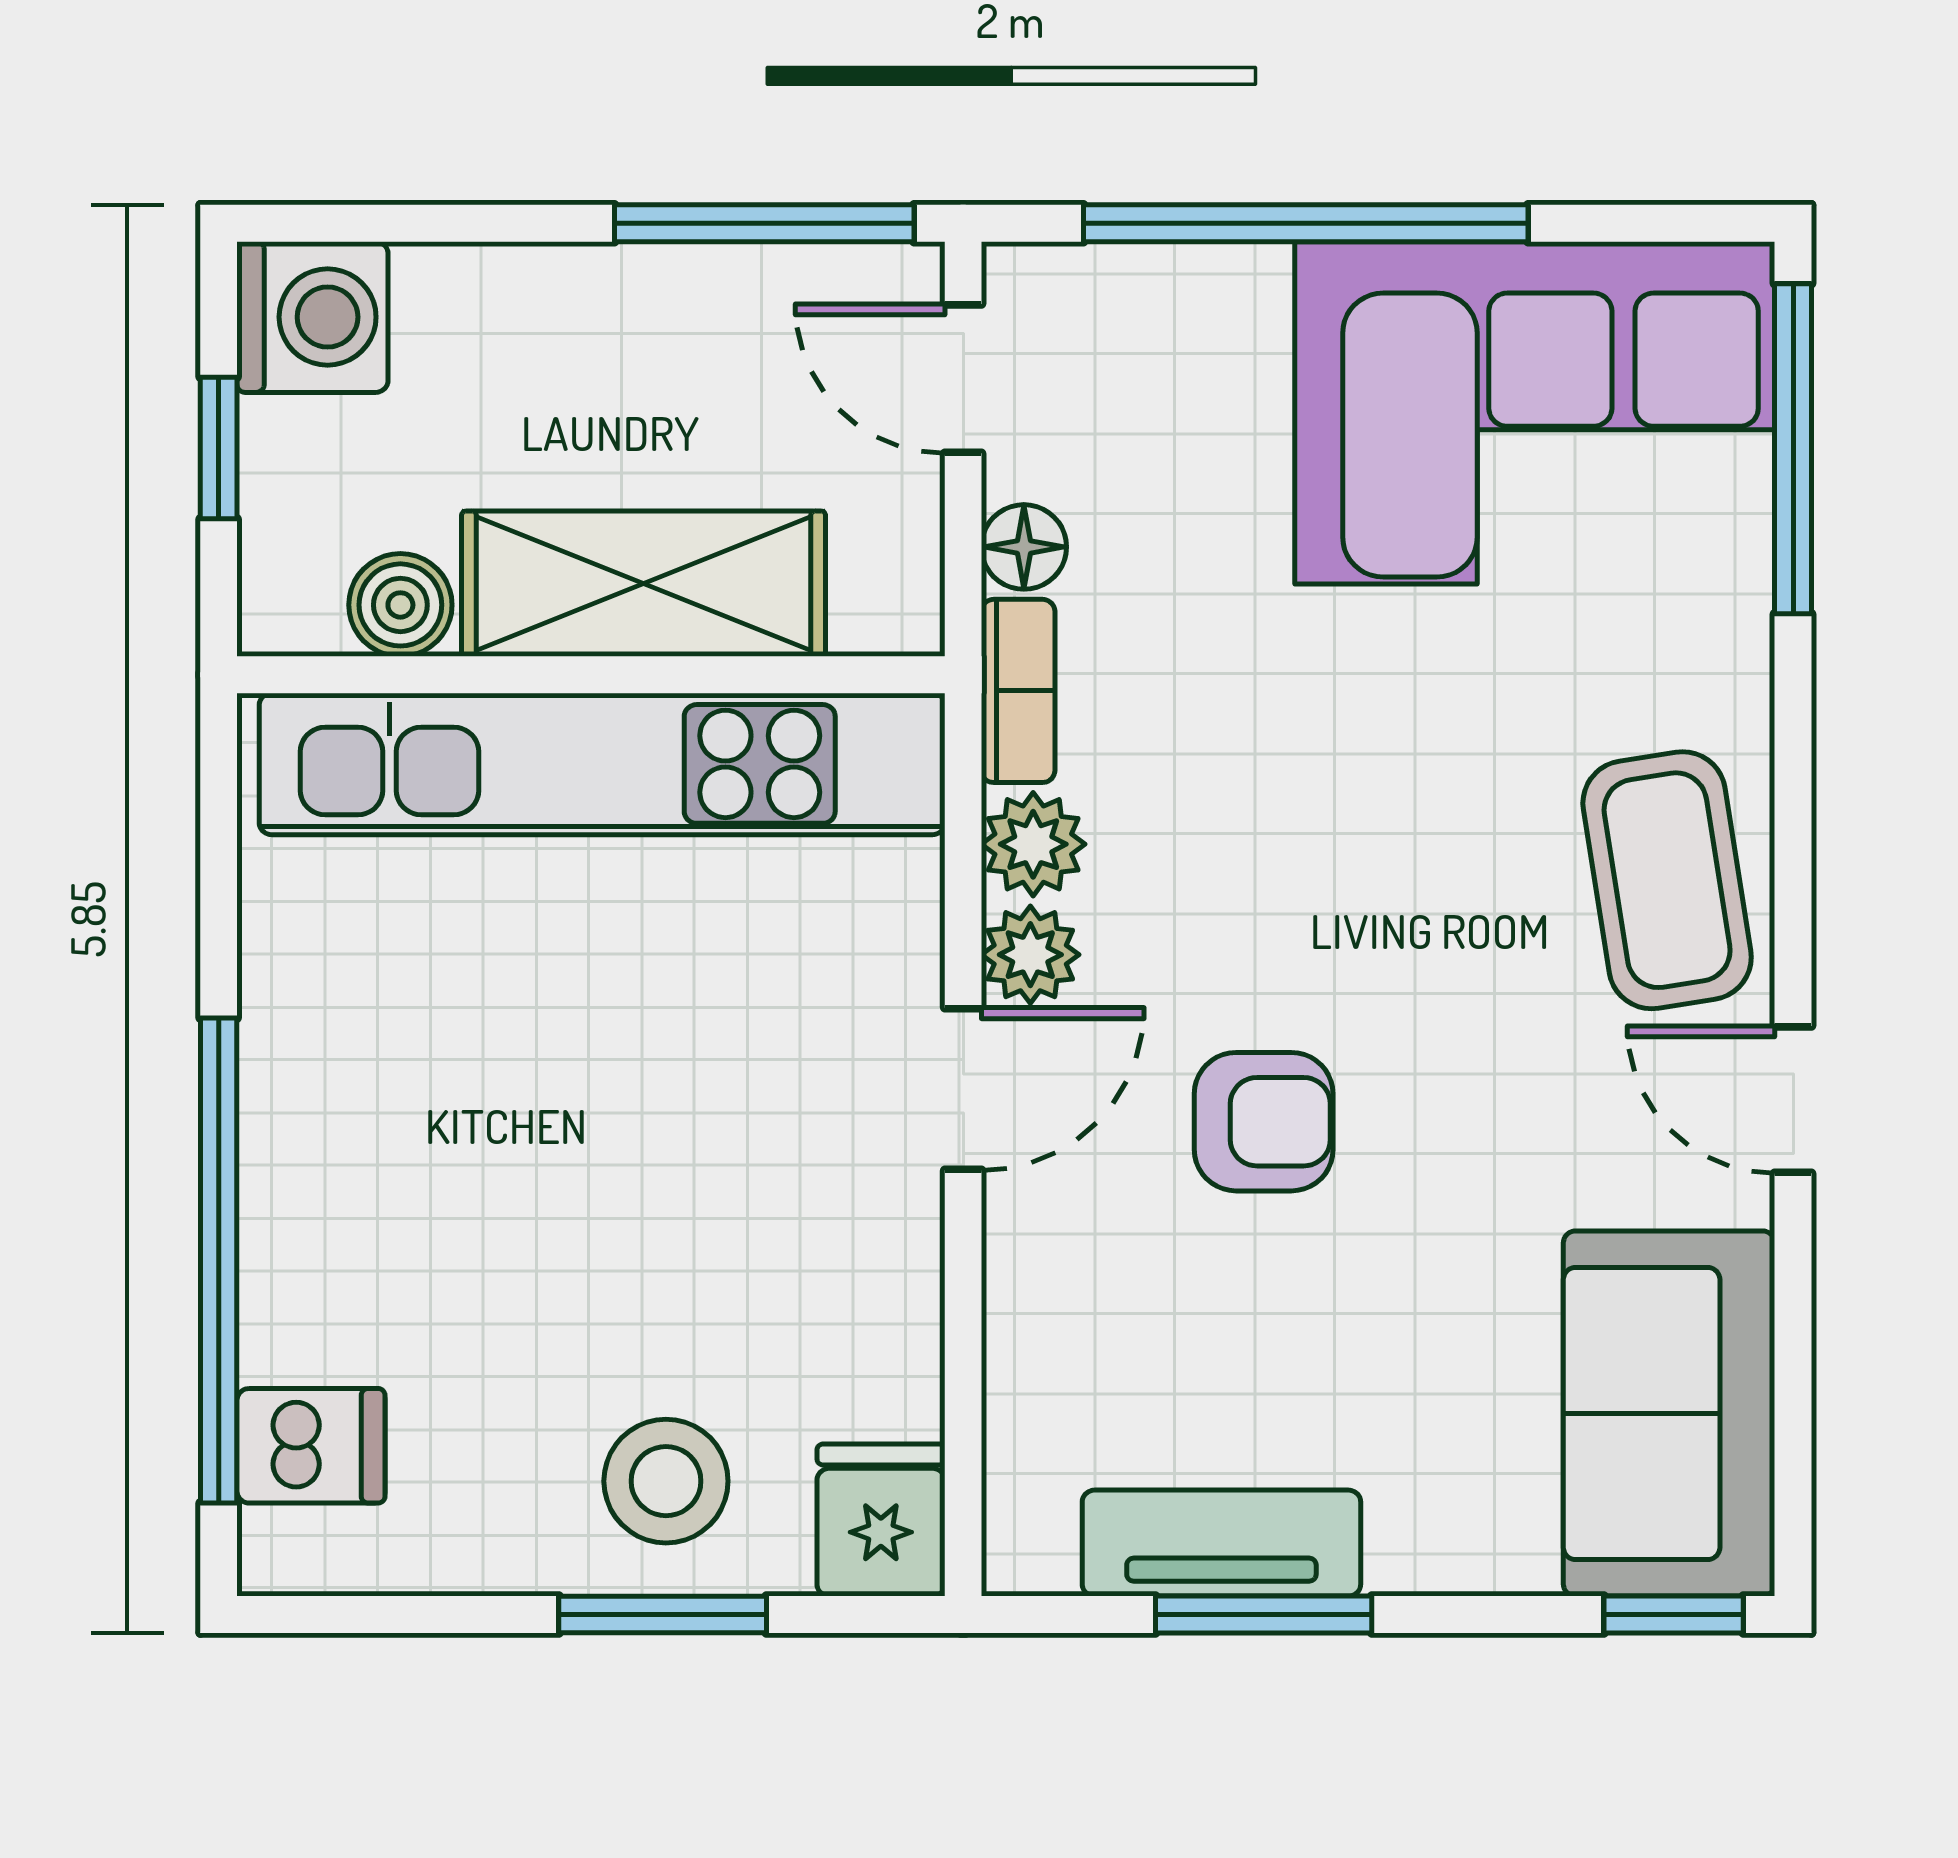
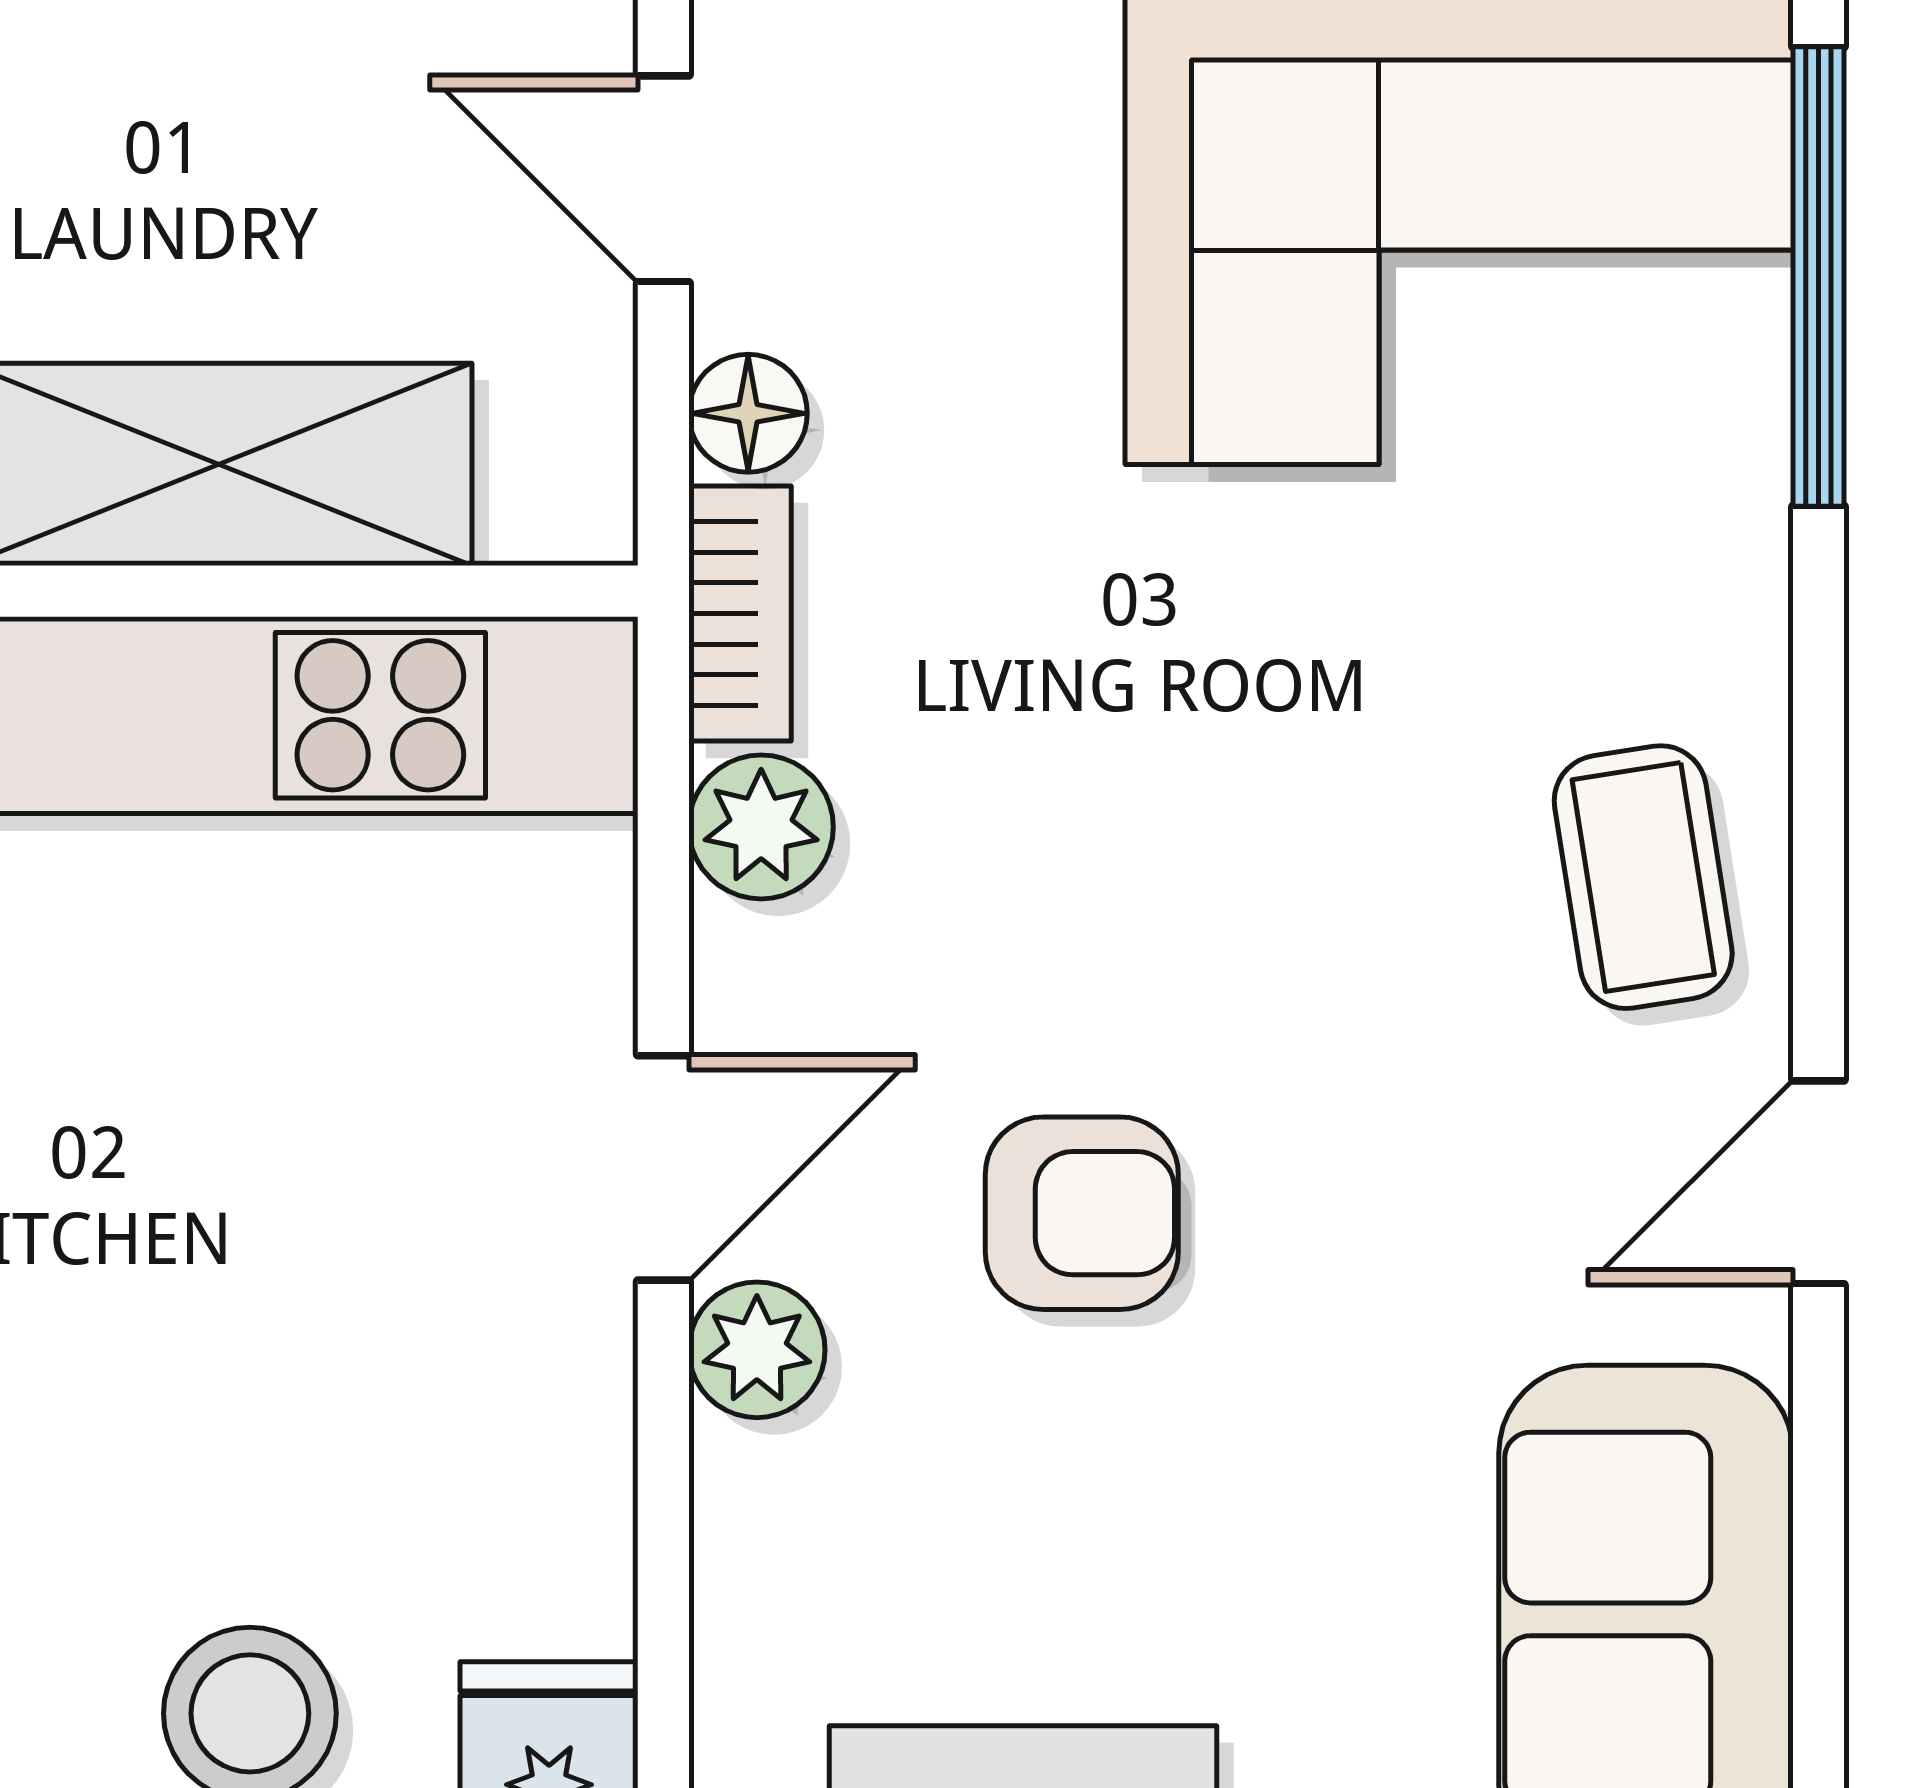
coffee table: (1667, 880) -> (1643, 877), width x0.73, depth x0.77
plant: (1030, 955) -> (757, 1350), moved
door: (1793, 1100) -> (1818, 1182), hinge flipped

